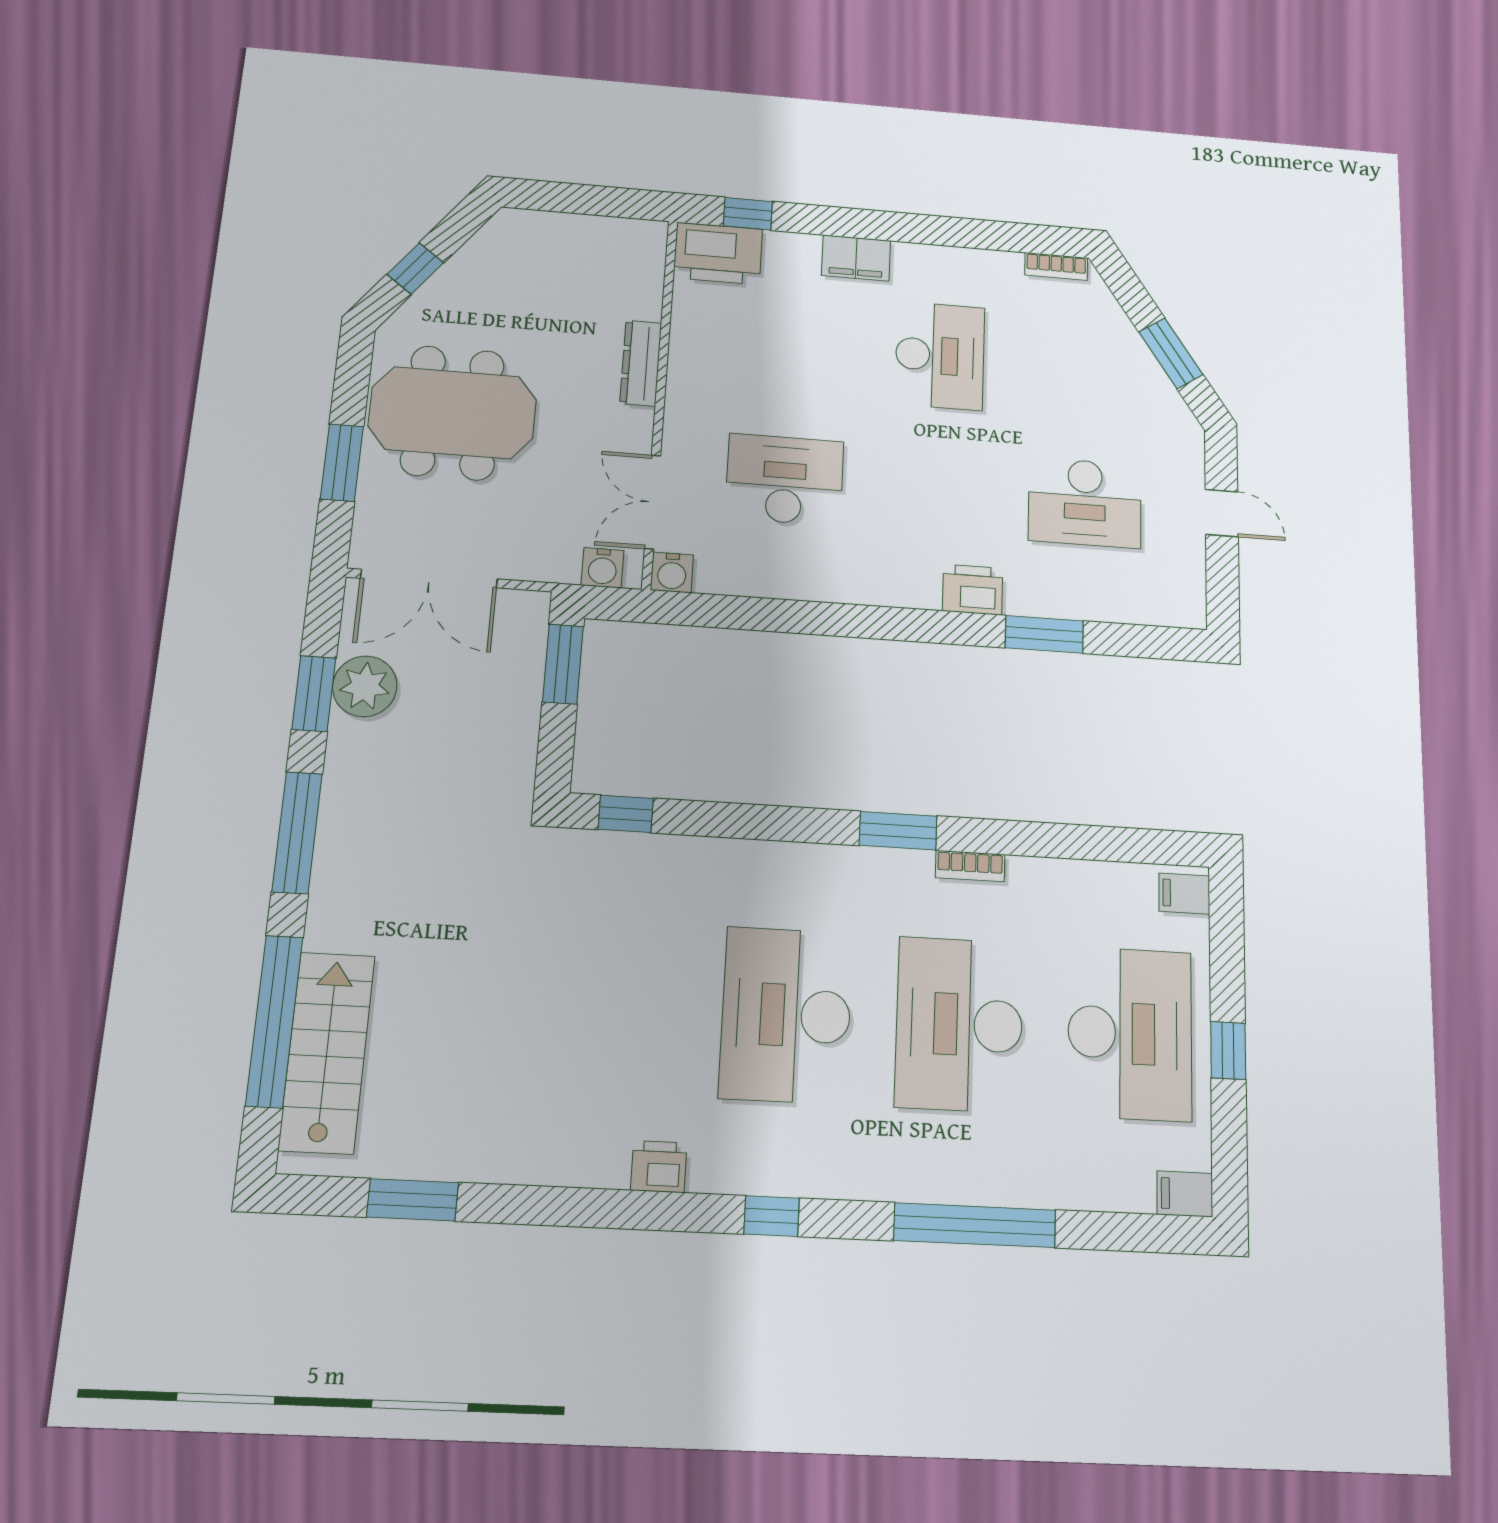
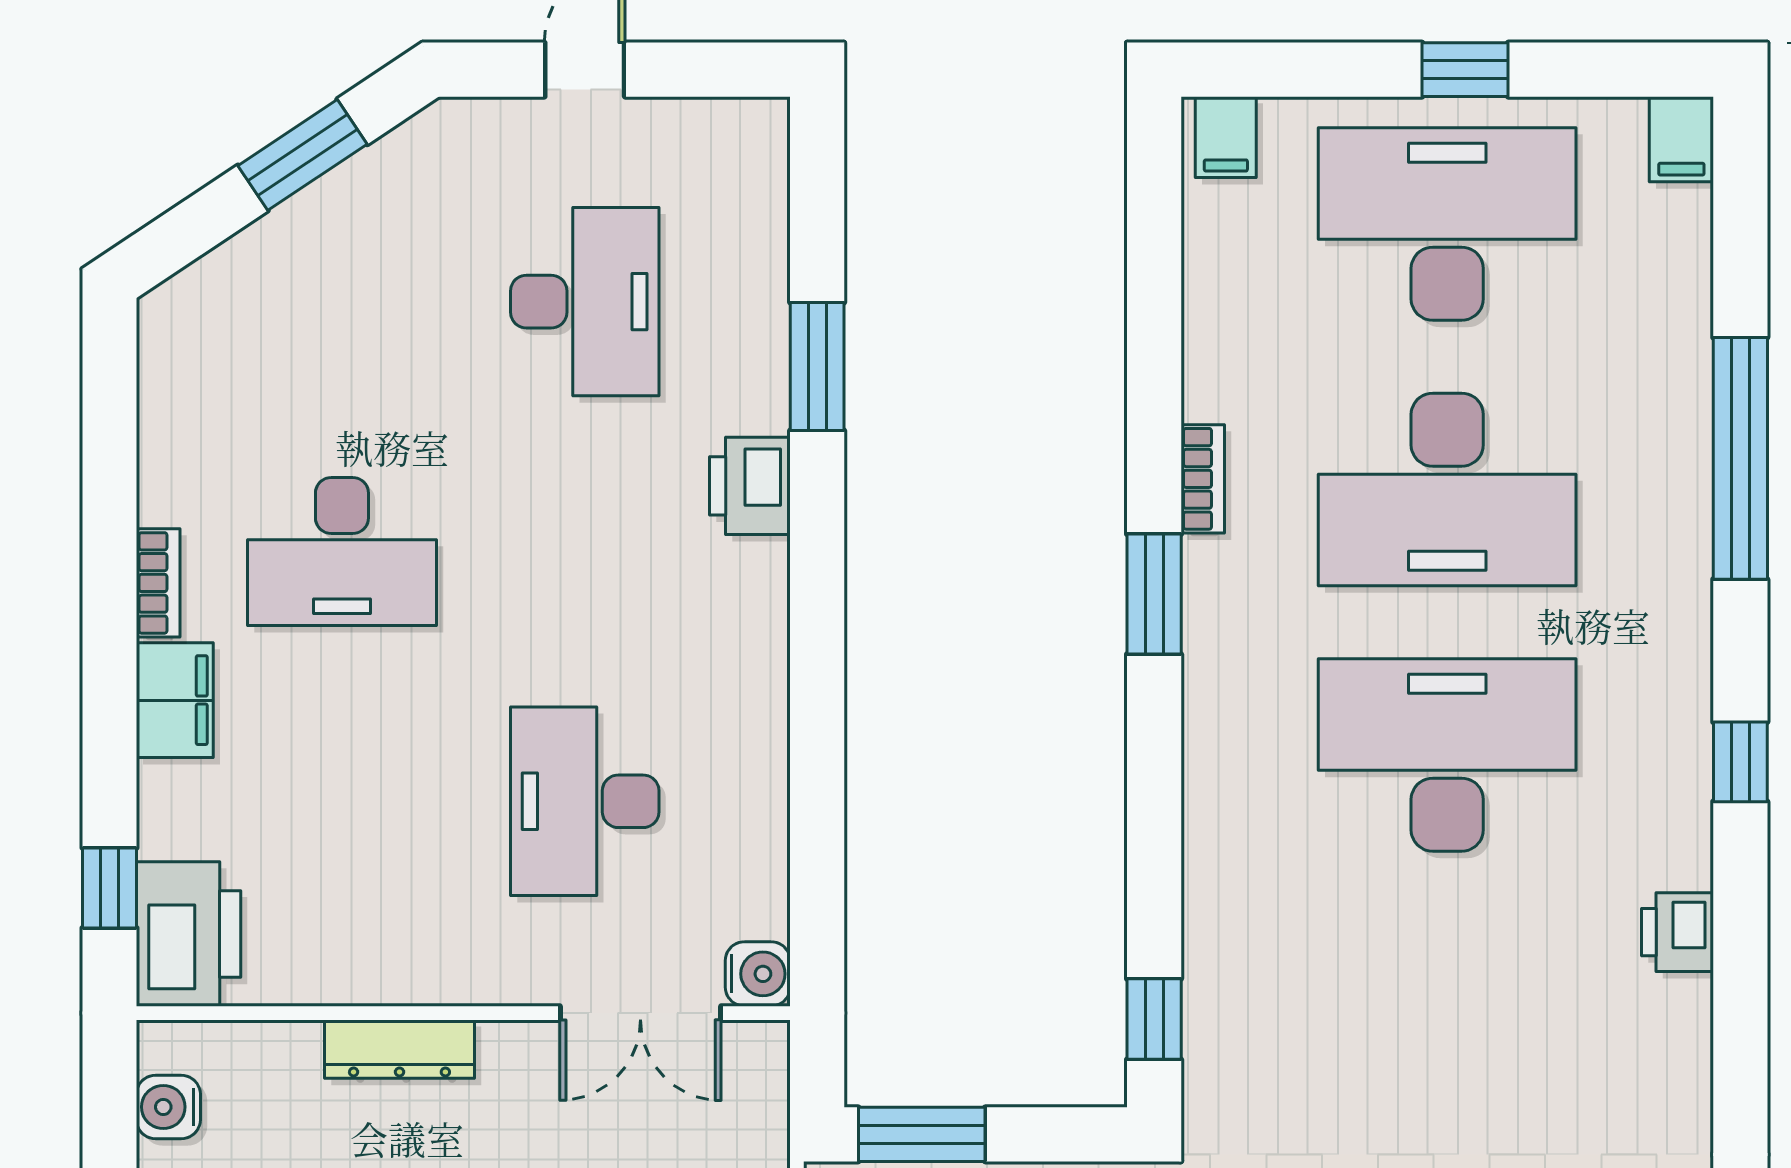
bookcase: (1056, 266) -> (158, 583), moved
desk: (940, 356) -> (342, 551), turned 180
water cooler: (602, 568) -> (168, 1107), moved, turned 180
desk: (786, 1015) -> (1447, 755), turned 180

